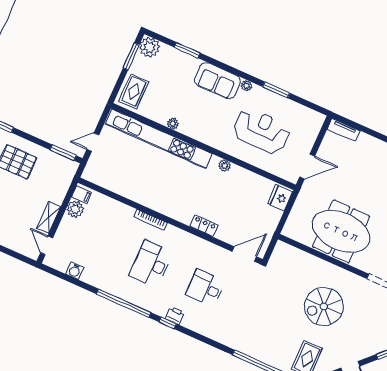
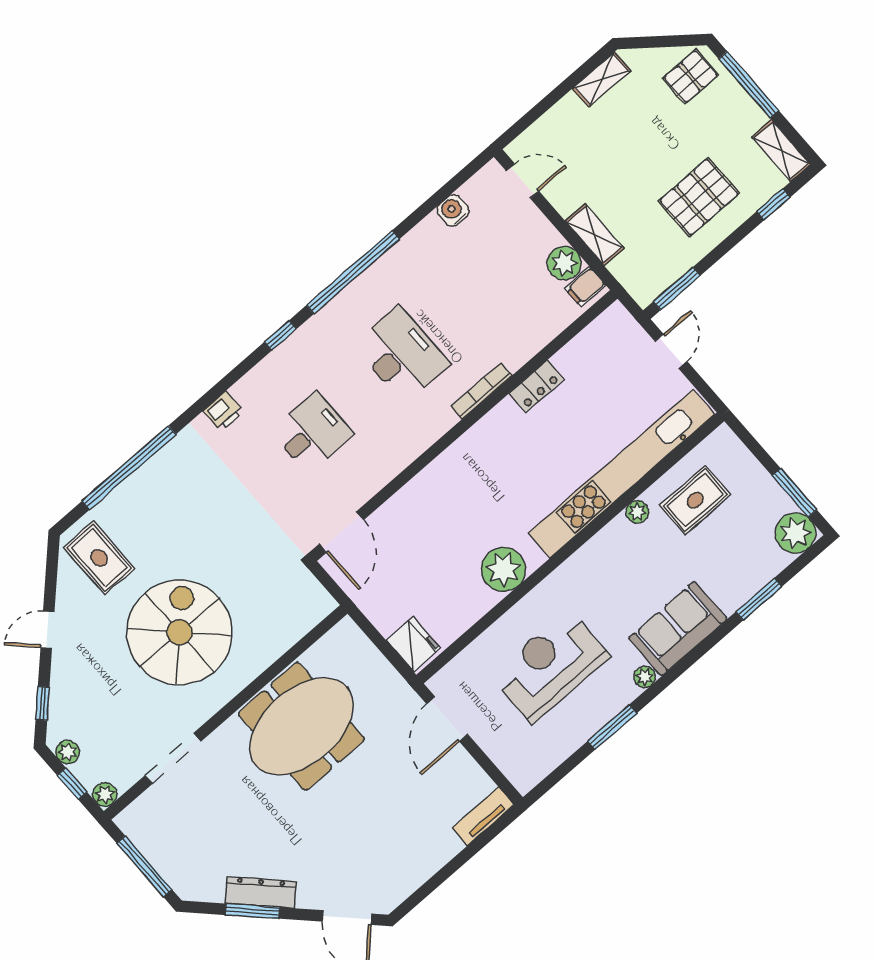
rug: (134, 91) -> (695, 500), moved, turned 90
reception desk: (261, 131) -> (550, 666), turned 180
plant: (225, 166) -> (503, 569), width x1.88, depth x1.88
shelving: (49, 217) -> (594, 235), moved
locker: (204, 226) -> (536, 386), moved
spiral stairs: (324, 306) -> (180, 632), width x1.37, depth x1.37
printer: (175, 315) -> (224, 411), moved

